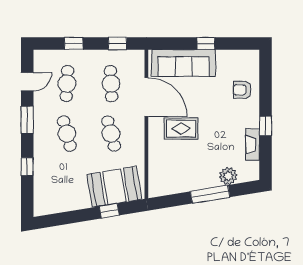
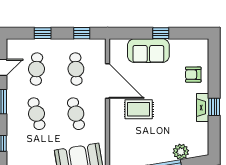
sofa: (184, 63) -> (148, 51), width x0.73
fireplace: (253, 144) -> (203, 108), moved

